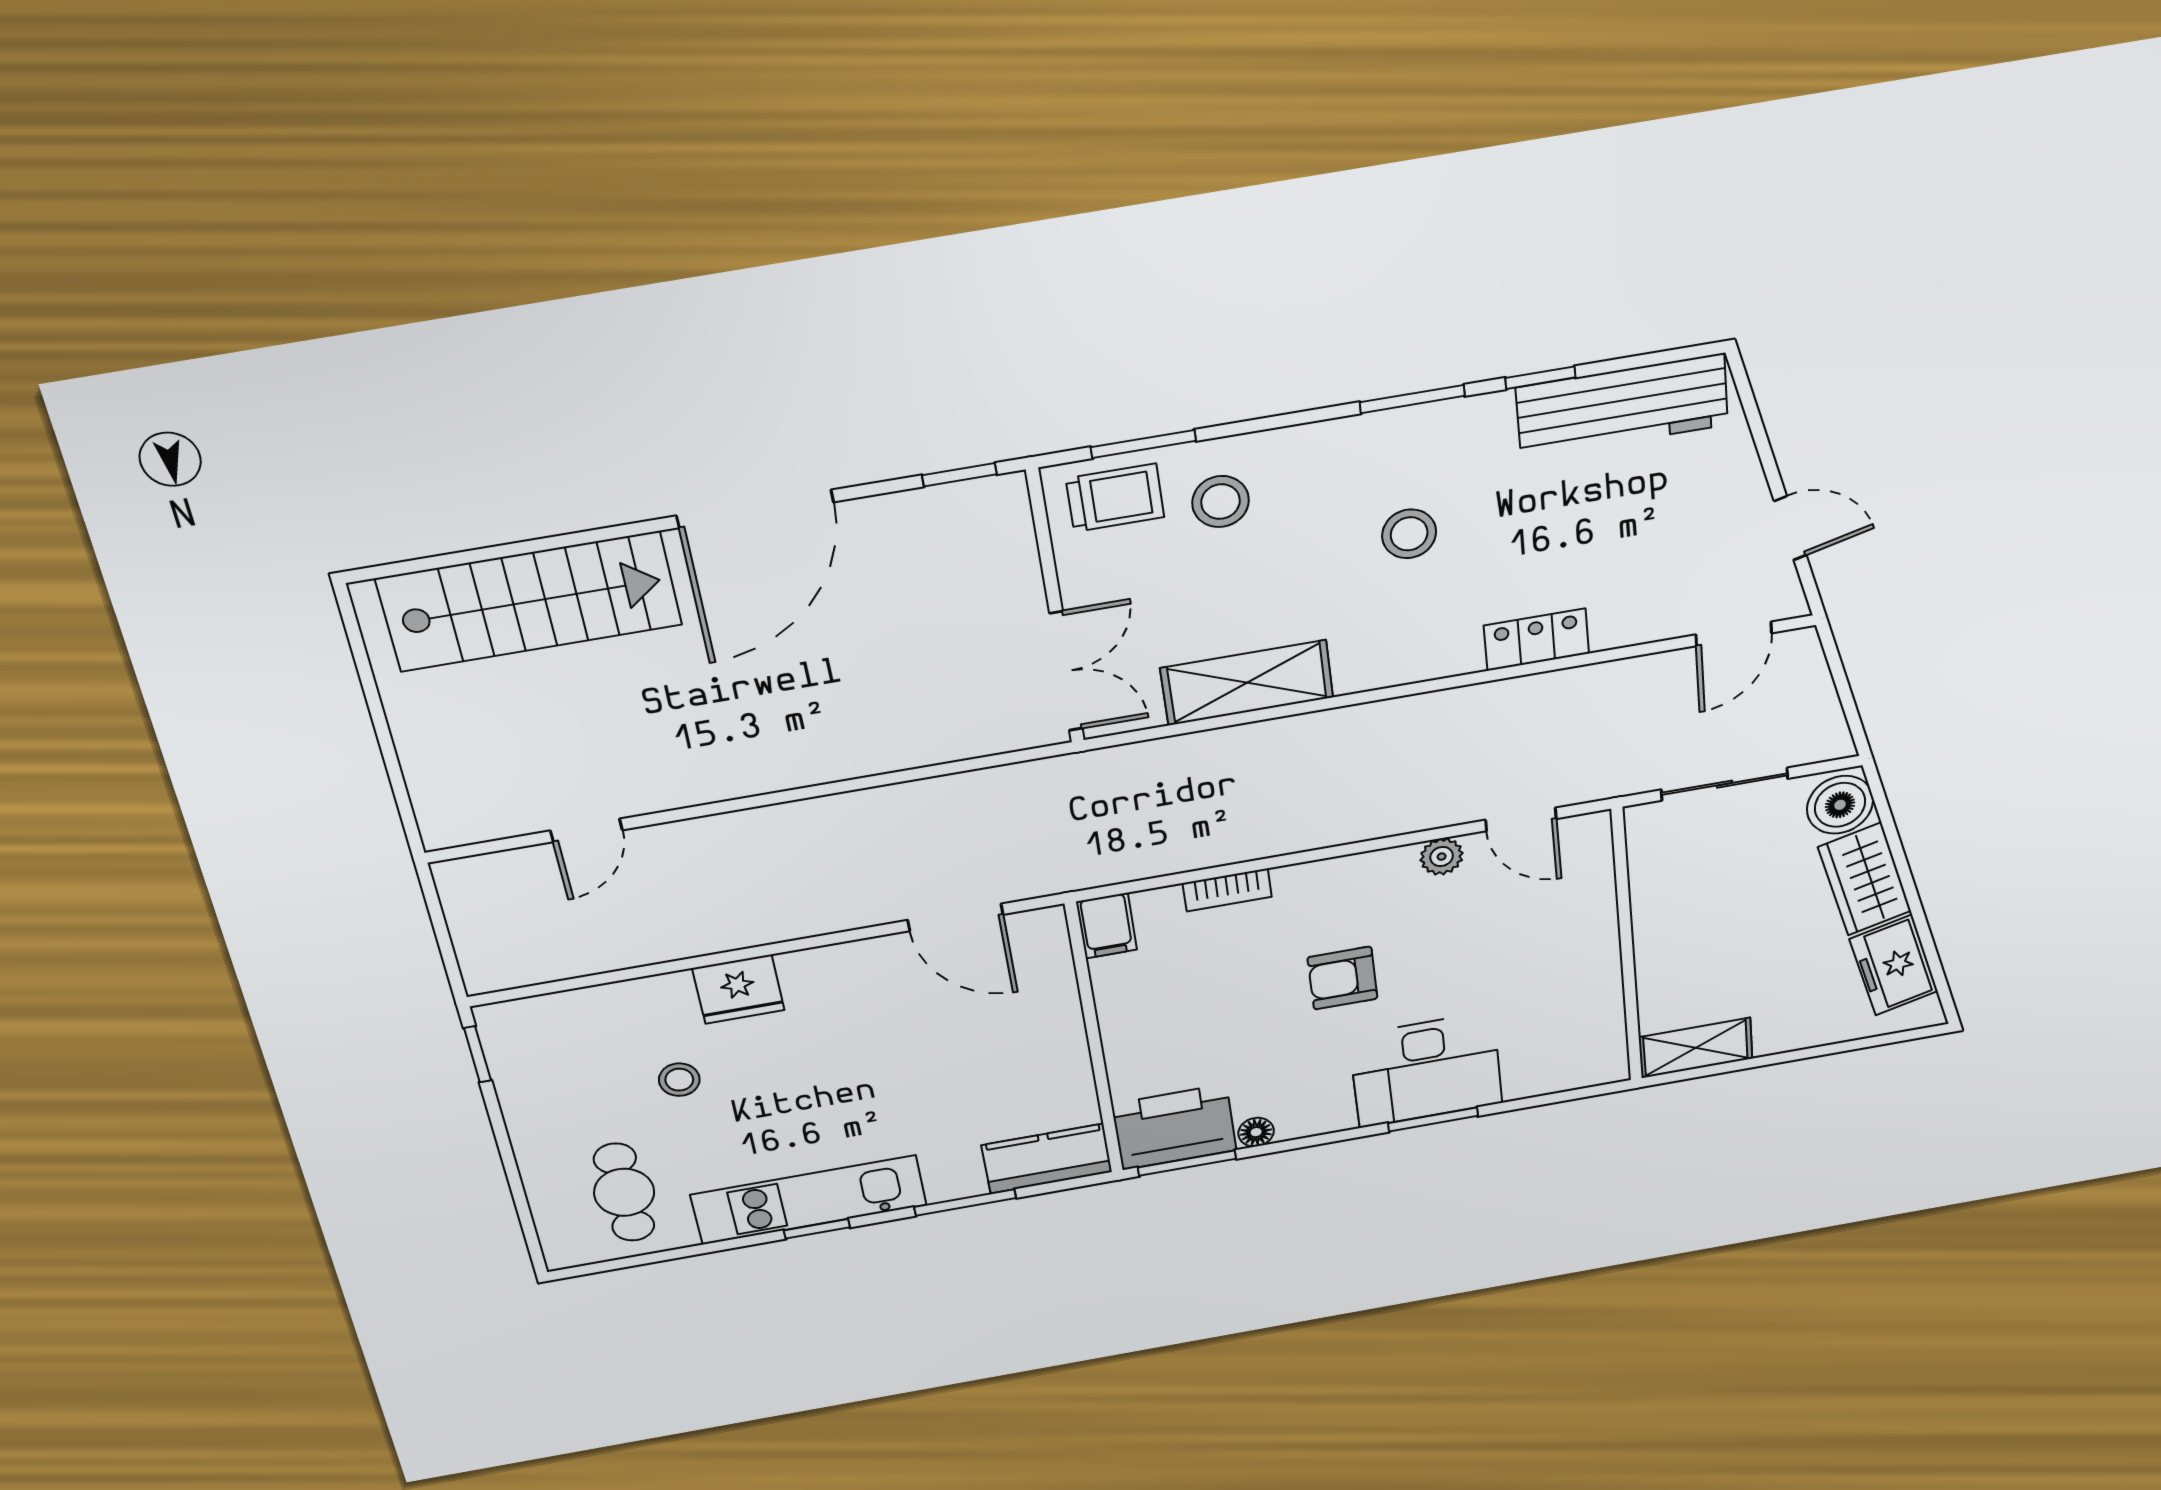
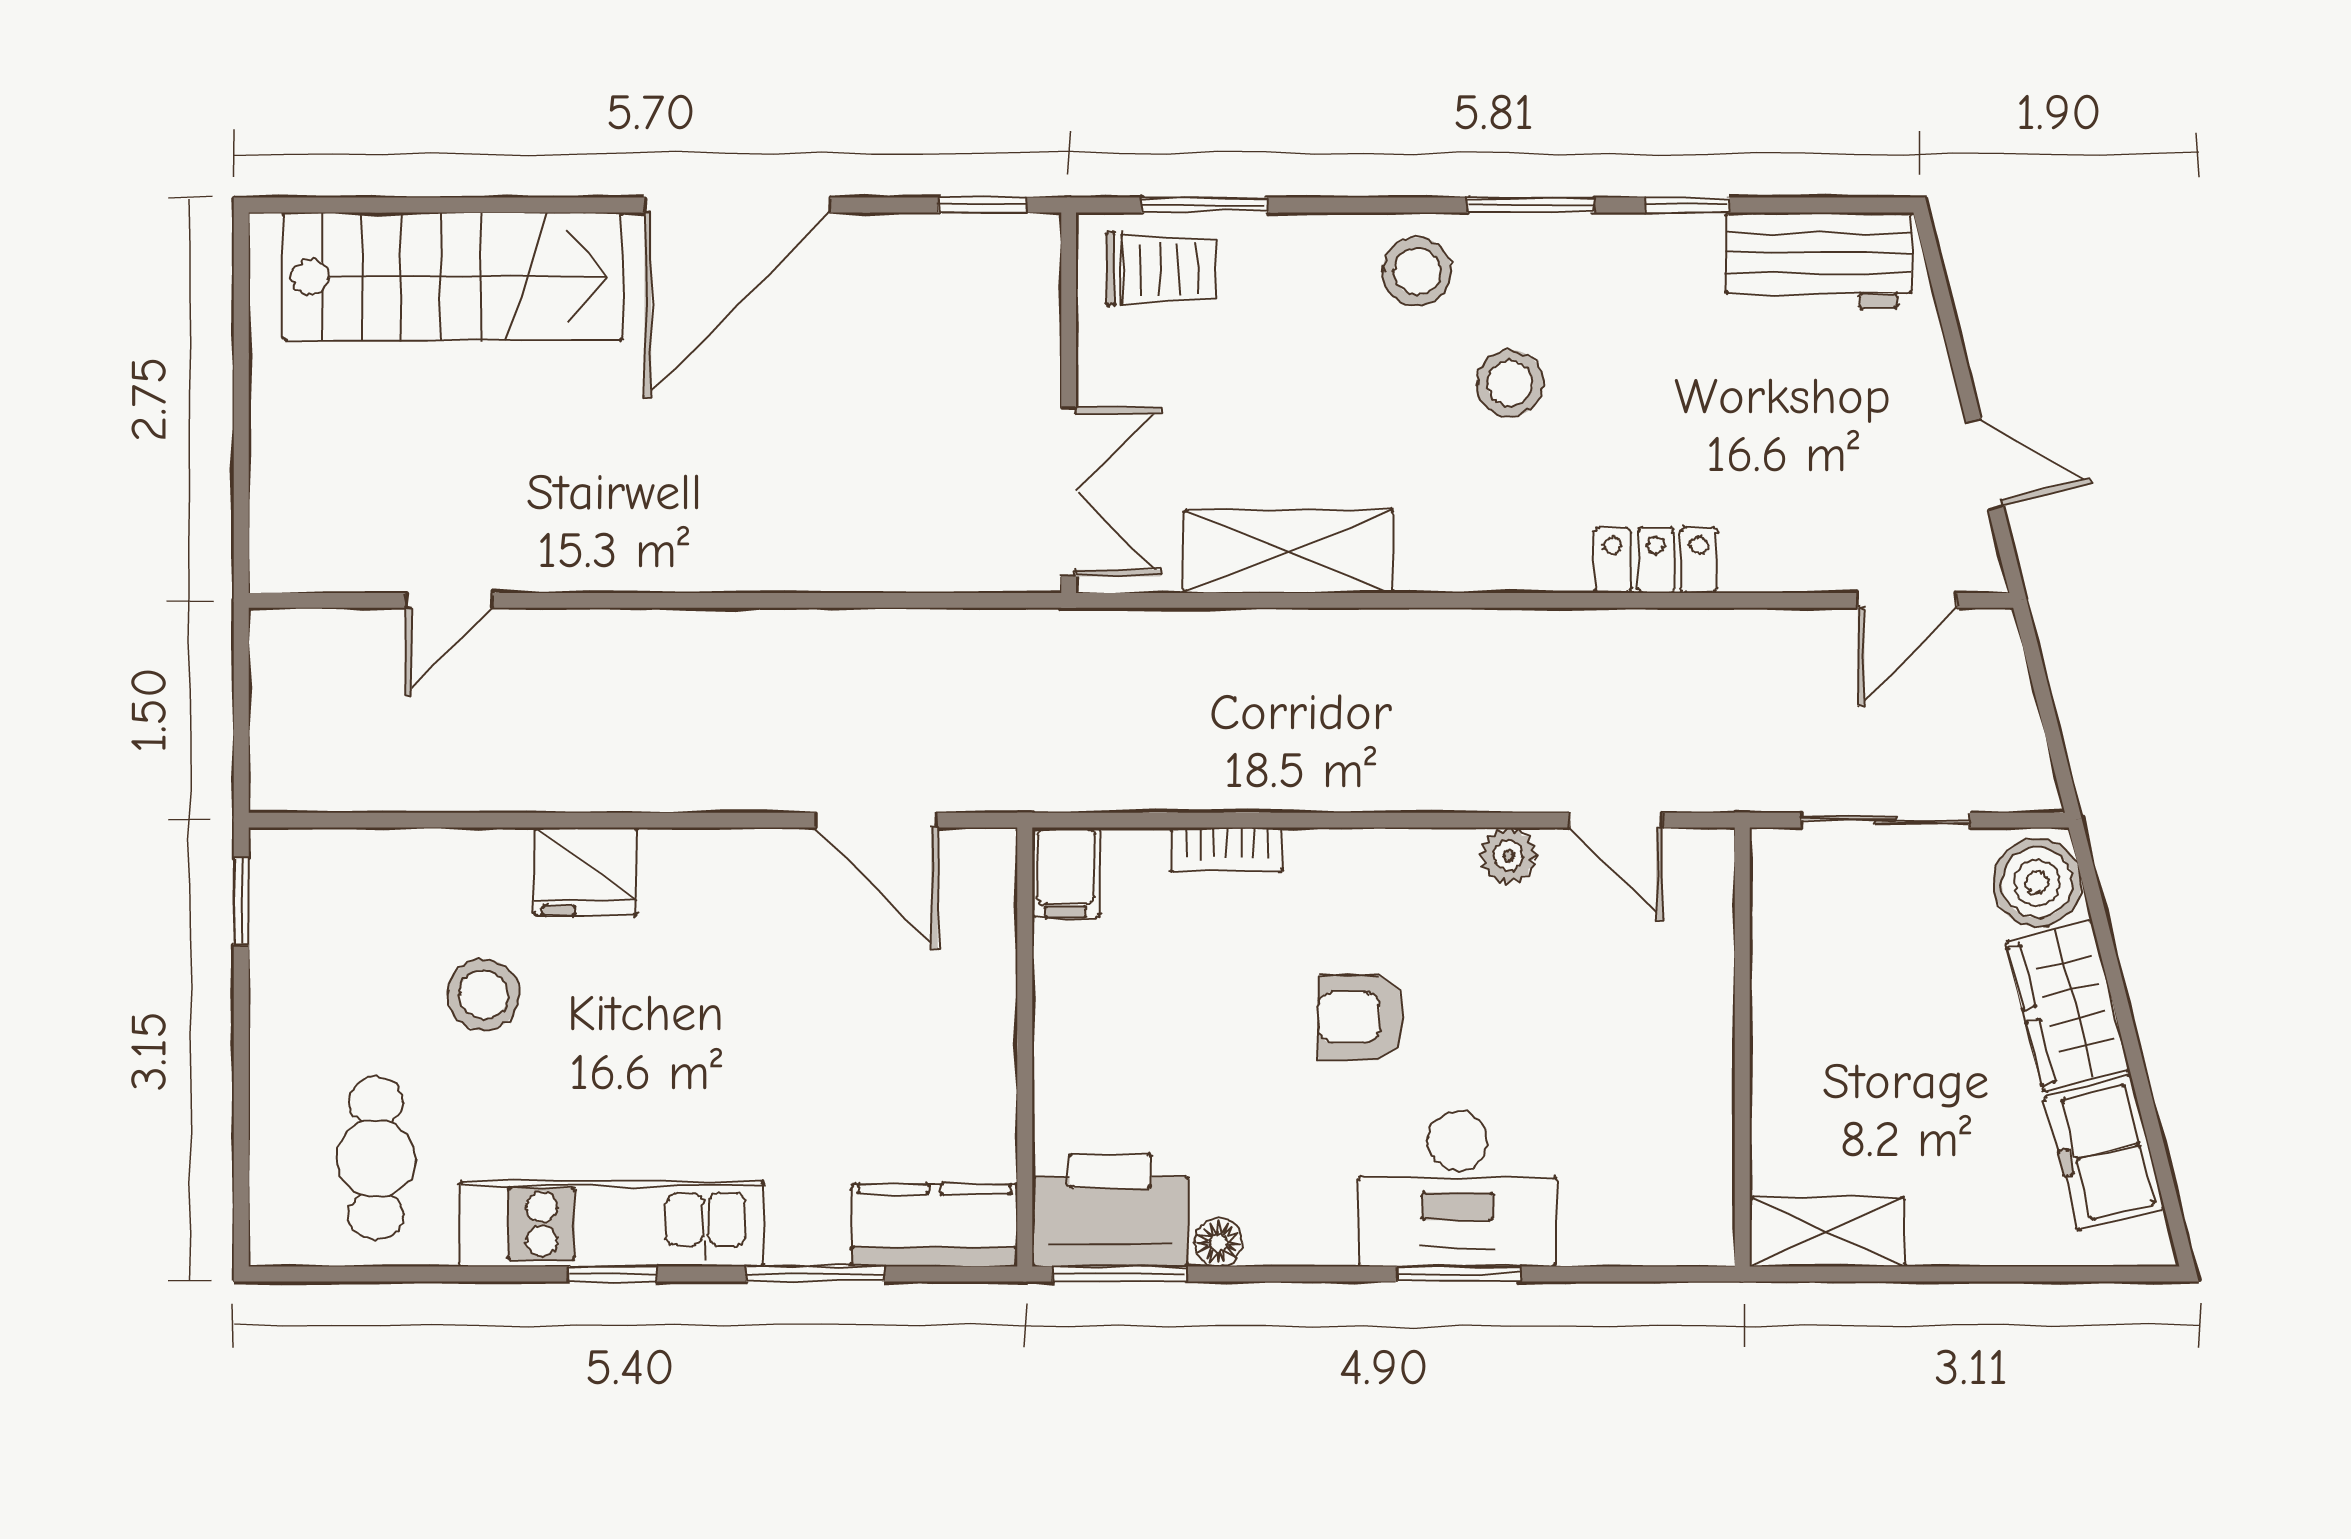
workbench: (1622, 406) -> (1819, 260), width x0.73
stool: (1221, 502) -> (1417, 271), moved
stool: (679, 1080) -> (484, 995), width x1.37, depth x1.37

